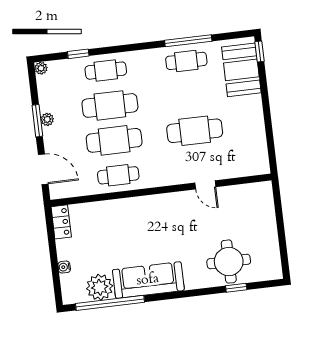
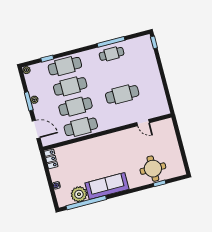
booth: (241, 70) -> (145, 55), removed
cafe table: (106, 71) -> (65, 66), width x1.37, depth x1.35
cafe table: (118, 175) -> (81, 127), width x1.37, depth x1.35
door: (205, 185) -> (143, 123), moved

